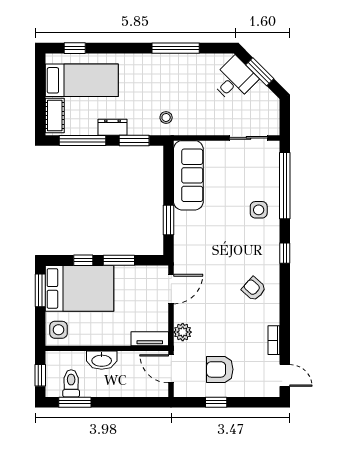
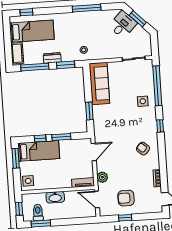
bed: (79, 288) -> (39, 151), width x0.67

